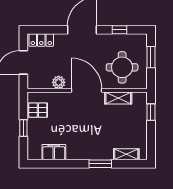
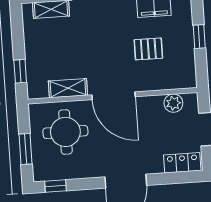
window: (120, 30) -> (55, 186), moved
plant: (59, 82) -> (173, 103), moved
pallet: (38, 110) -> (148, 49), moved

